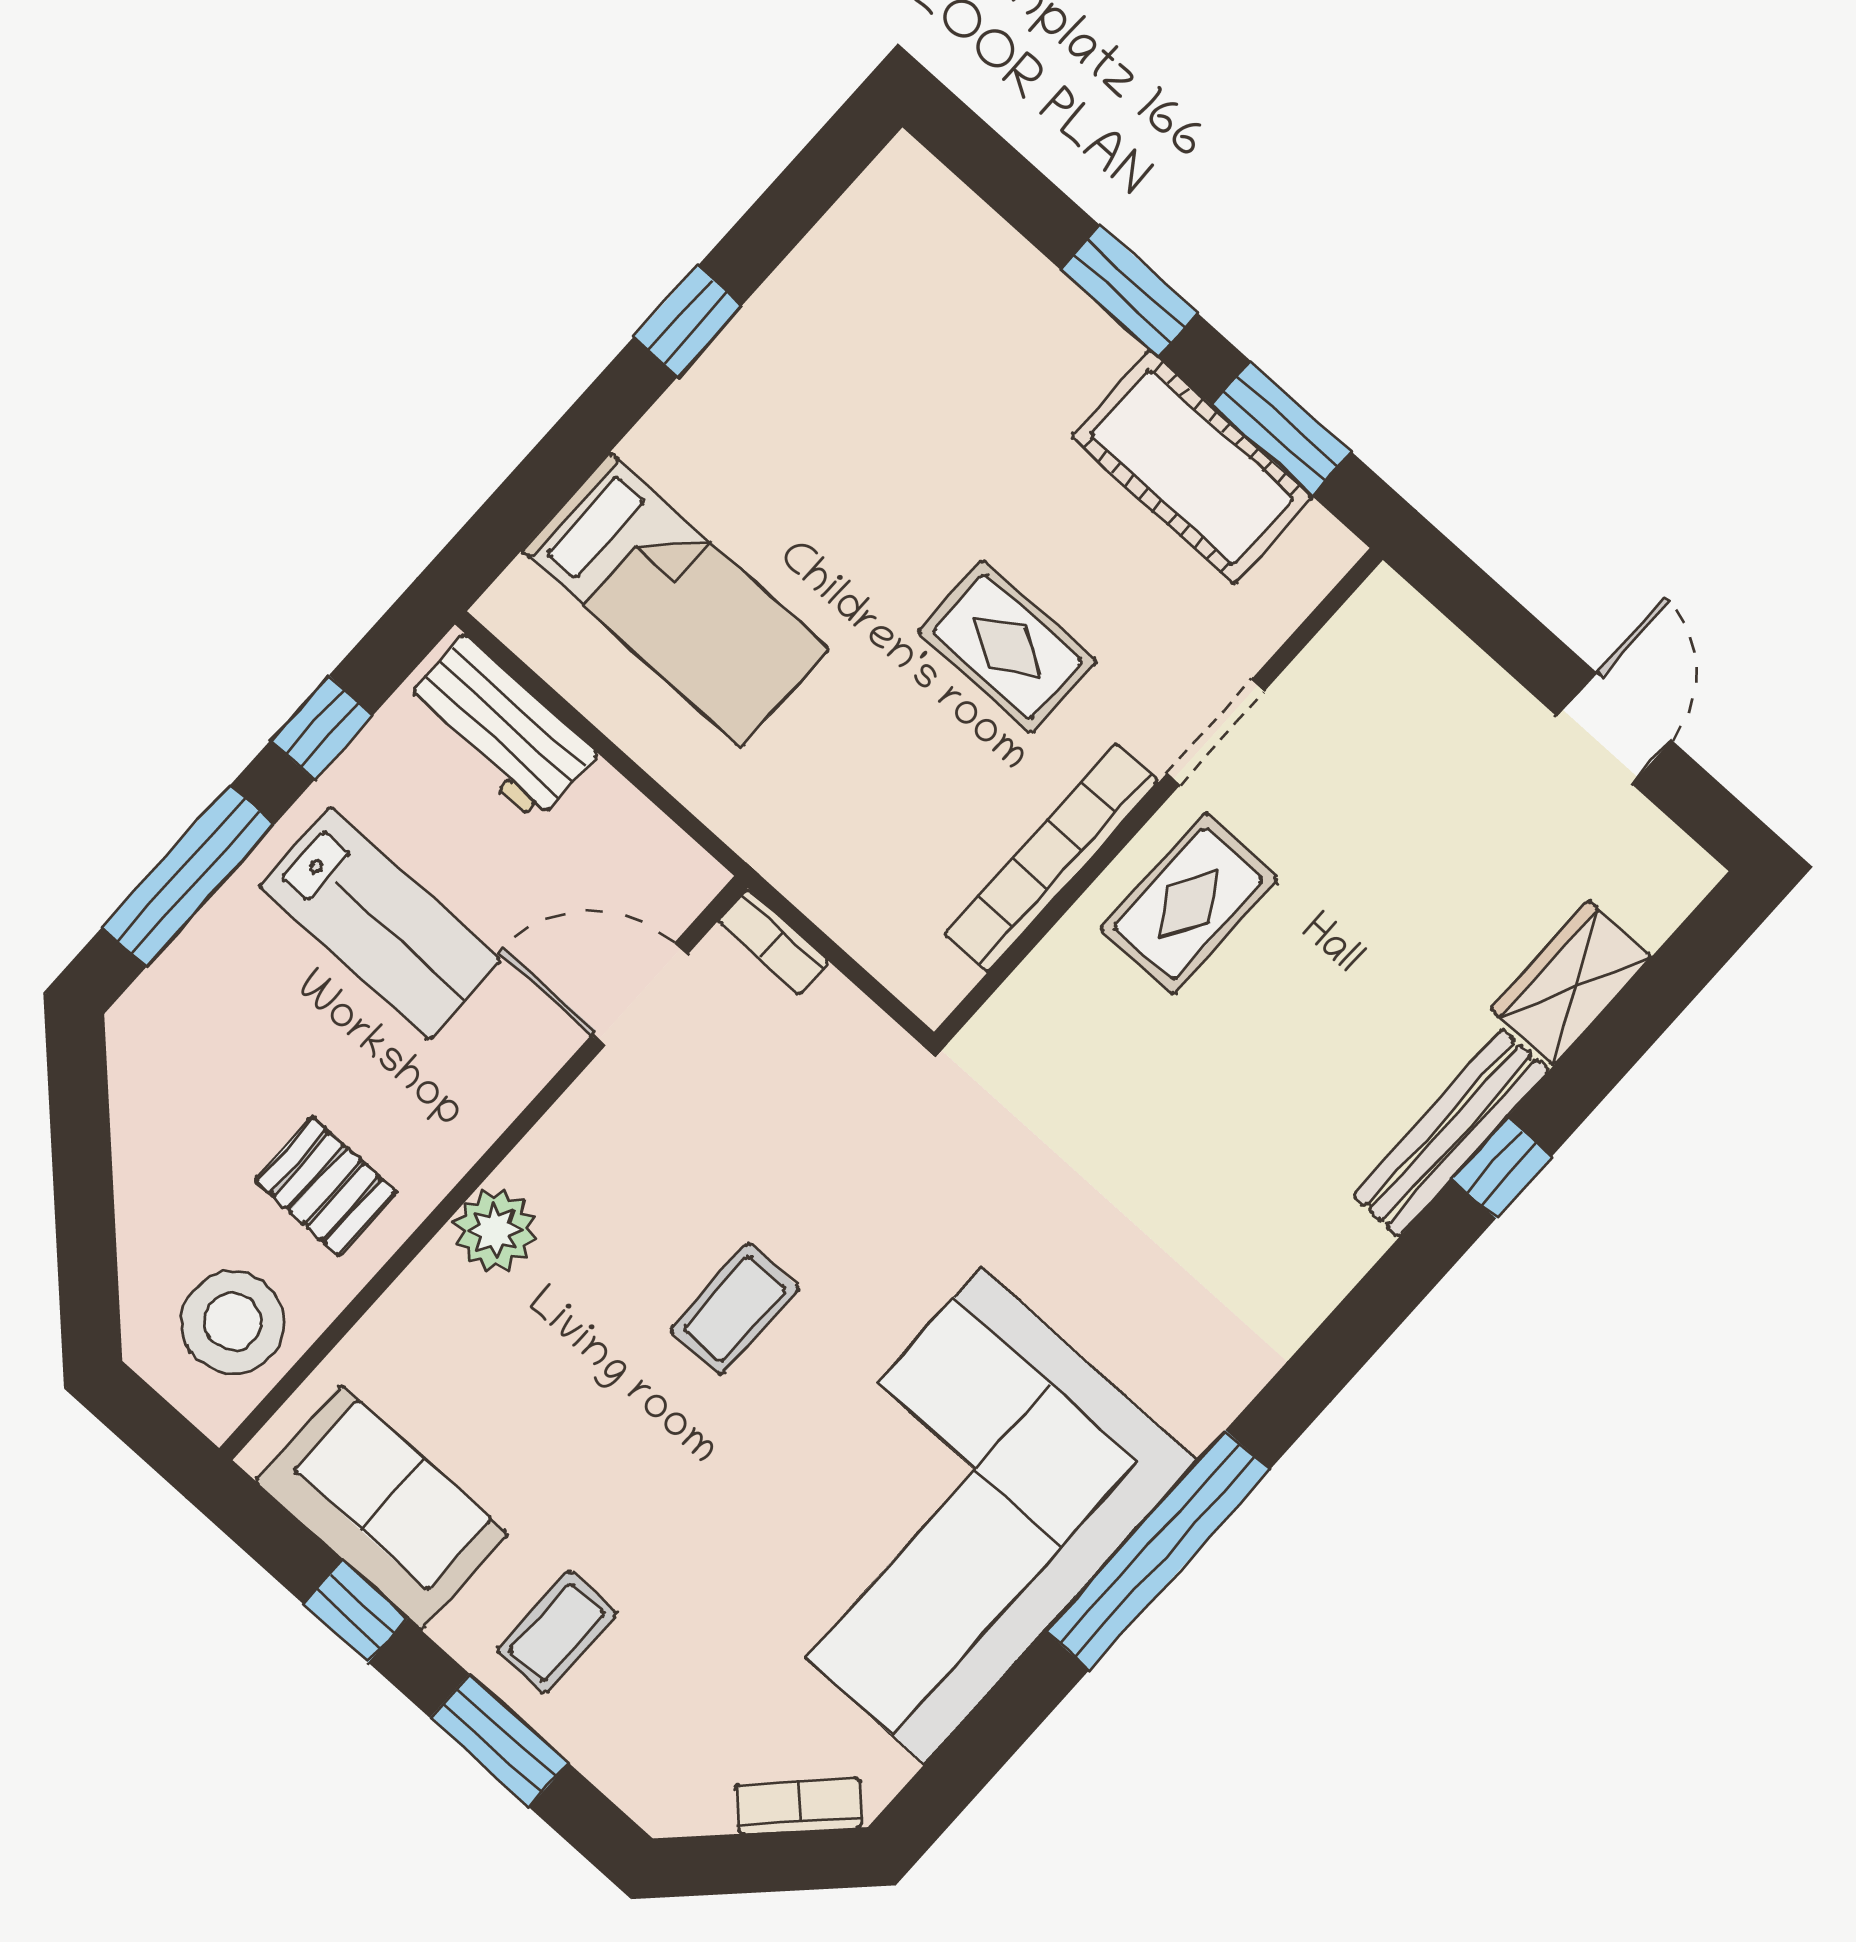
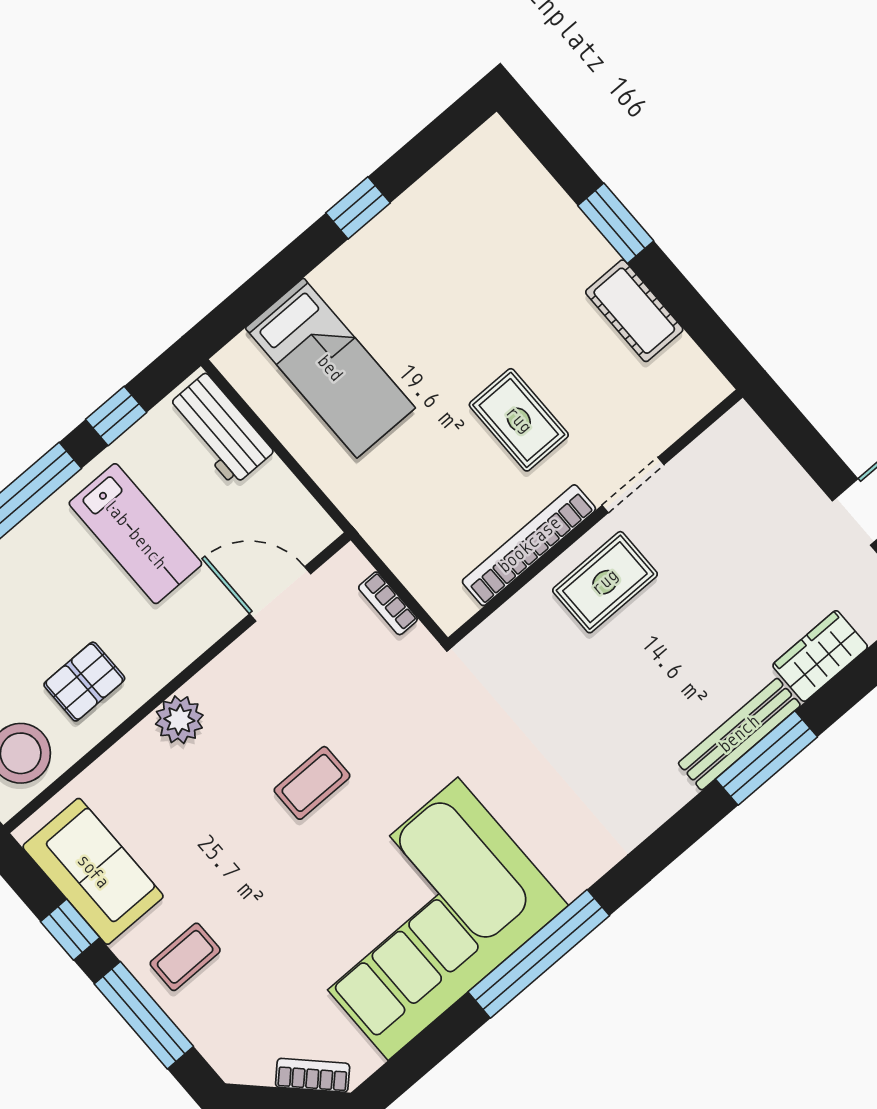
window: (1281, 428) -> (694, 314), removed
cot: (1192, 467) -> (634, 311), width x0.73, depth x0.75
bookcase: (774, 941) -> (388, 603), moved
window: (1502, 1168) -> (766, 758), width x2.17
pallet: (326, 1186) -> (84, 682), turned 90
window: (499, 1740) -> (144, 1015), width x1.44

